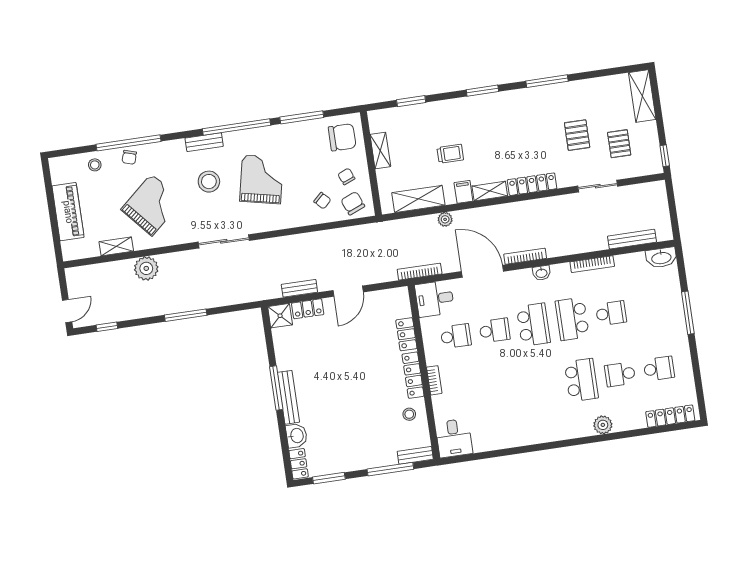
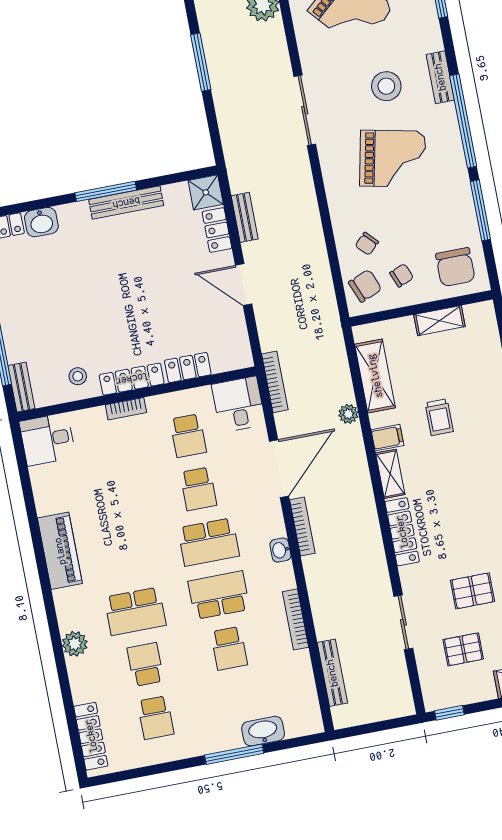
washbasin: (661, 258) -> (263, 731), moved, turned 90
bench: (288, 397) -> (126, 203), moved
piano: (535, 433) -> (60, 551), added

